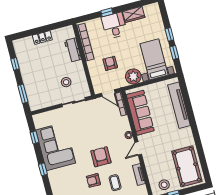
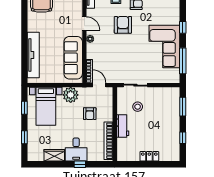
window: (169, 34) -> (24, 137), moved
workbench: (73, 50) -> (123, 126), moved
window: (34, 137) -> (183, 61), width x2.17
door: (138, 148) -> (84, 23), hinge flipped
armchair: (101, 157) -> (123, 25), turned 180

